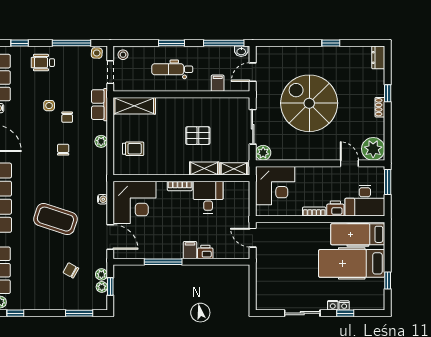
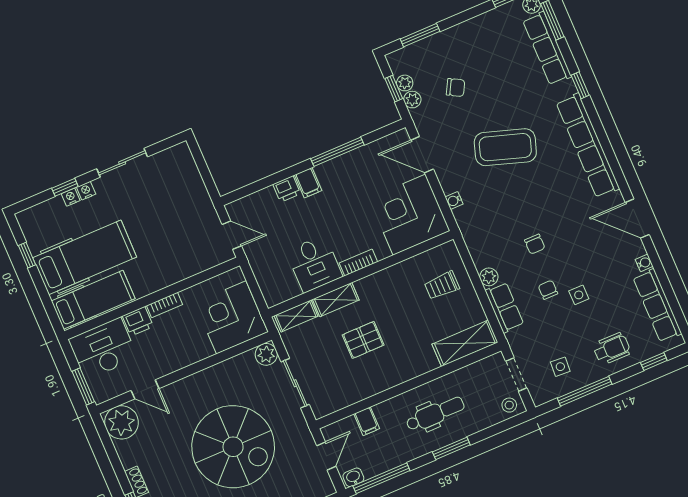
side table: (97, 53) -> (560, 367), moved
row of seats: (100, 105) -> (504, 307), moved

